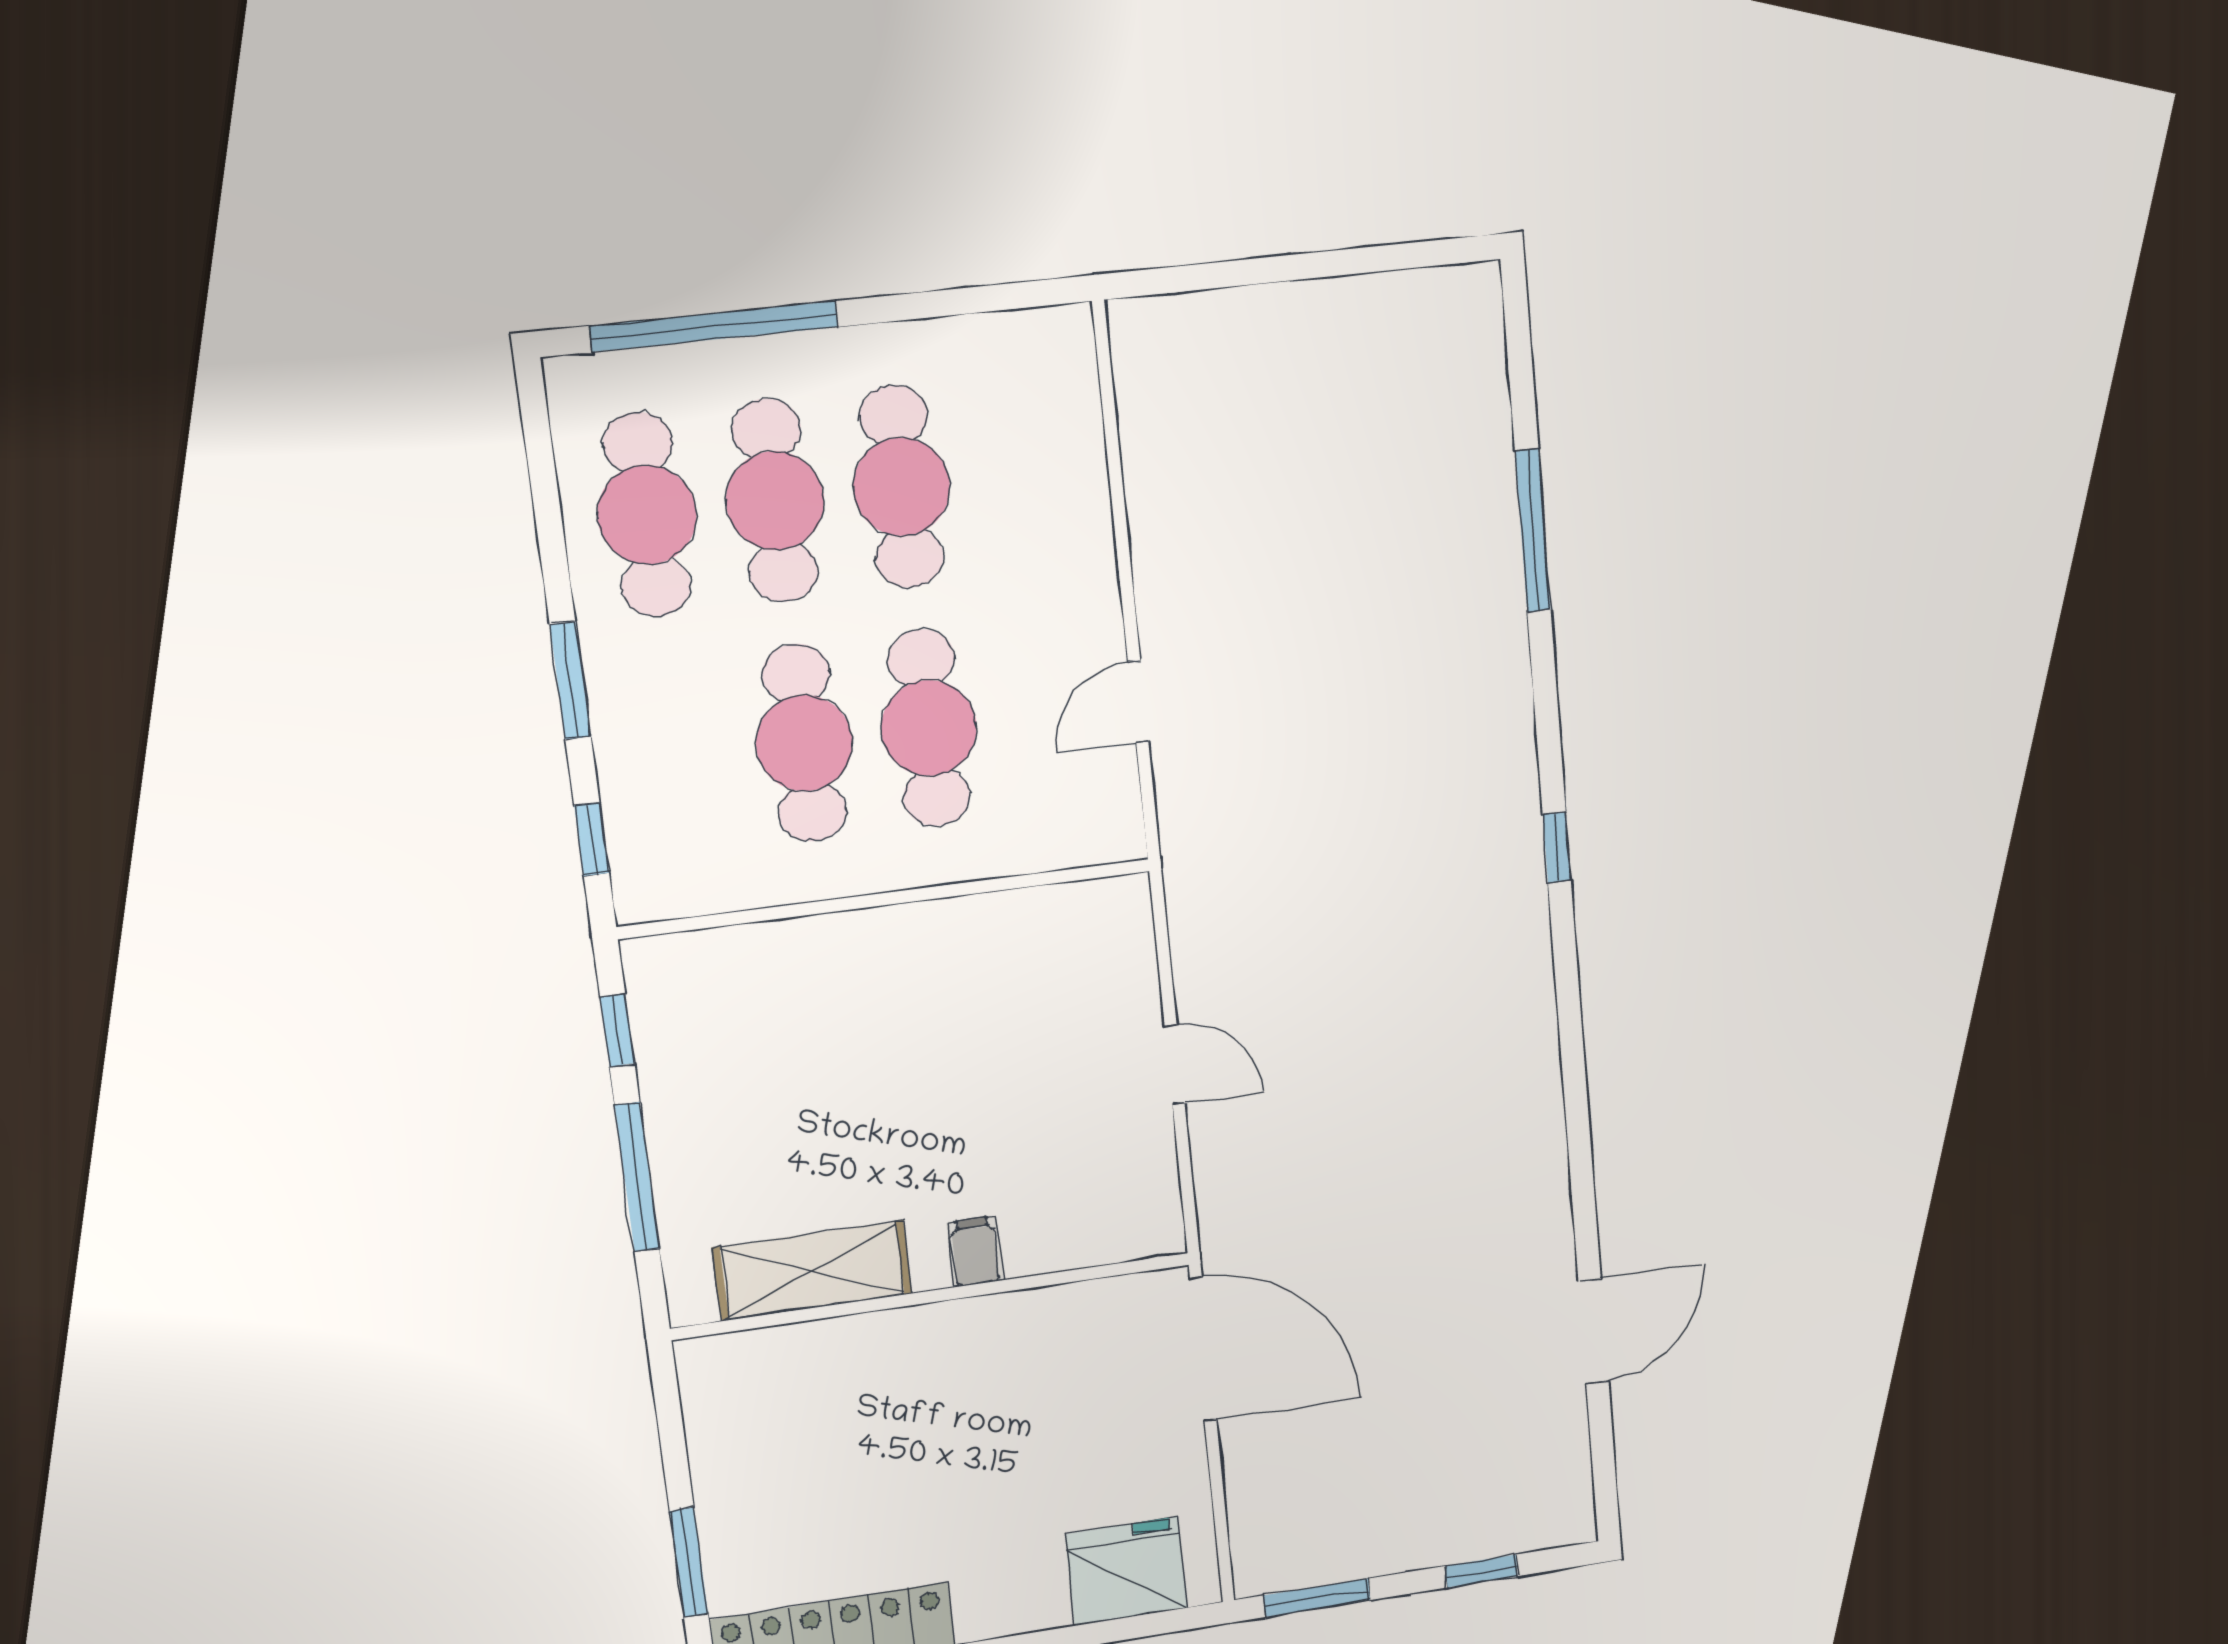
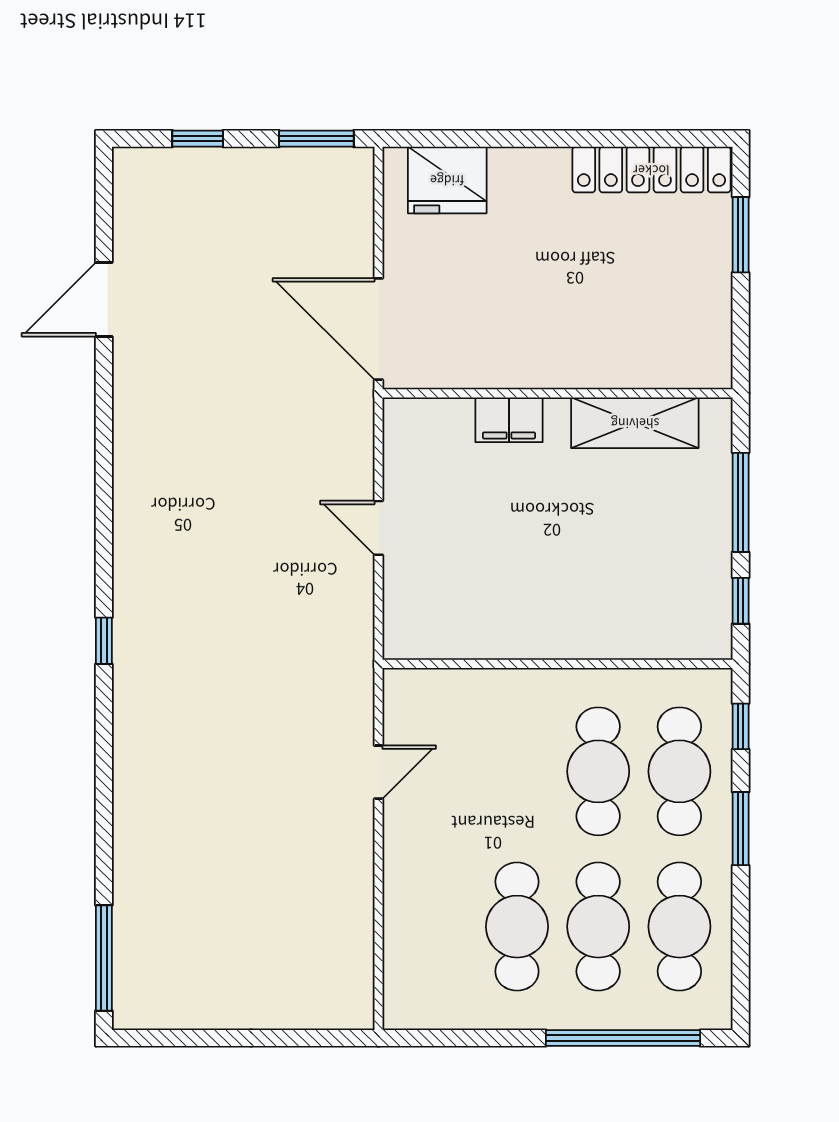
window: (1533, 531) -> (104, 958), moved
cafe table: (929, 728) -> (679, 771), moved
filing cabinet: (975, 1252) -> (509, 420), width x2.00

